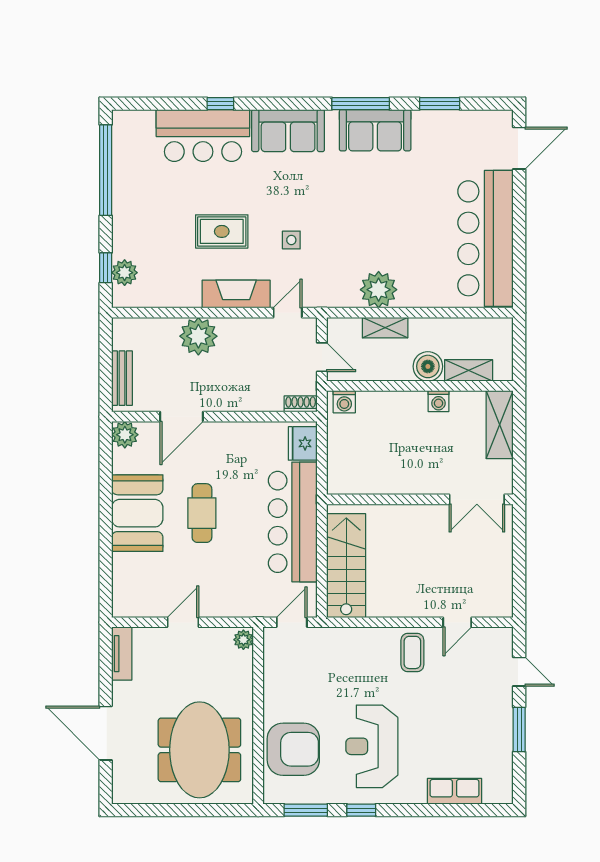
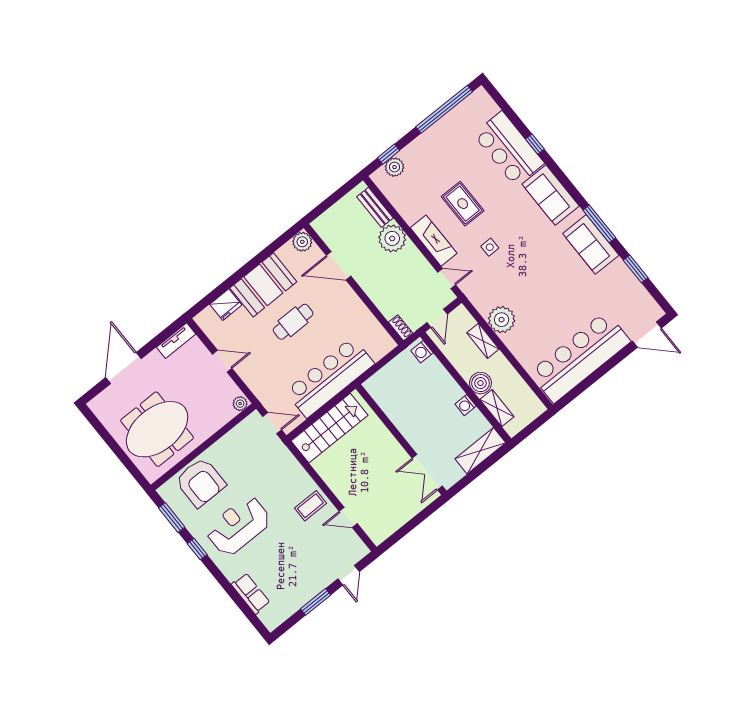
bench: (122, 378) -> (375, 207), moved, turned 90
fridge: (303, 443) -> (226, 305), moved, turned 180

